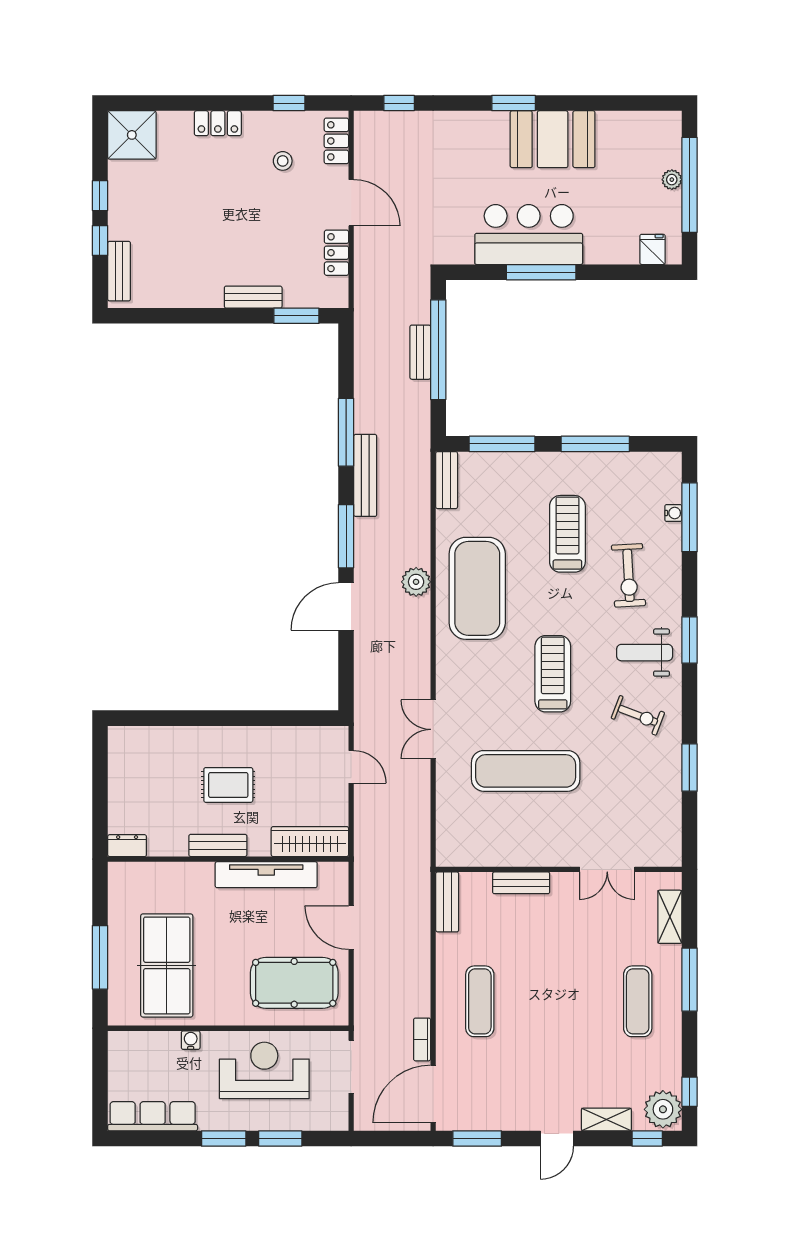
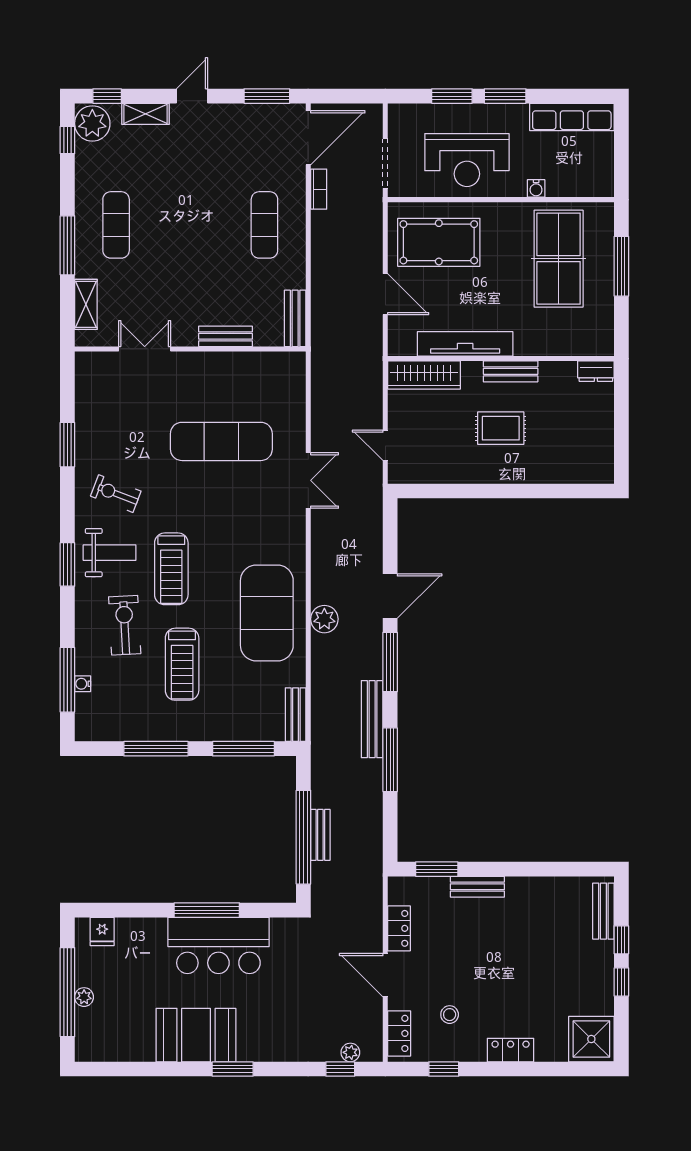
plant: (388, 121) -> (350, 1052), added
treadmill: (553, 674) -> (171, 569), moved

